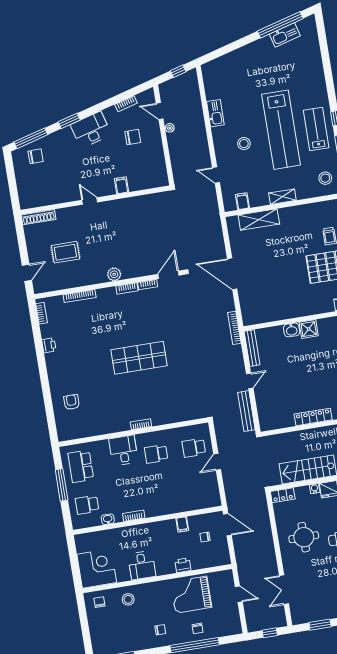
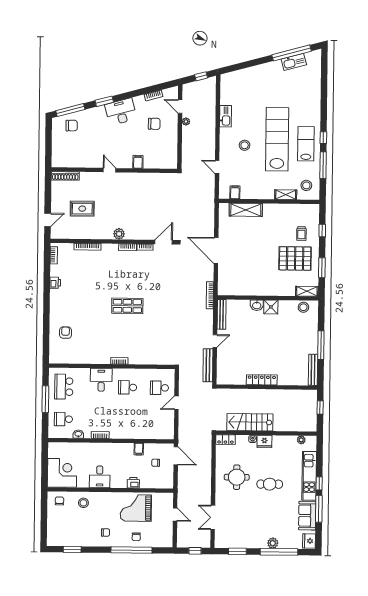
lab bench: (281, 130) -> (277, 139), turned 180
shelving: (282, 197) -> (286, 195), moved
shop shelf: (139, 358) -> (127, 306), width x0.70, depth x0.74

